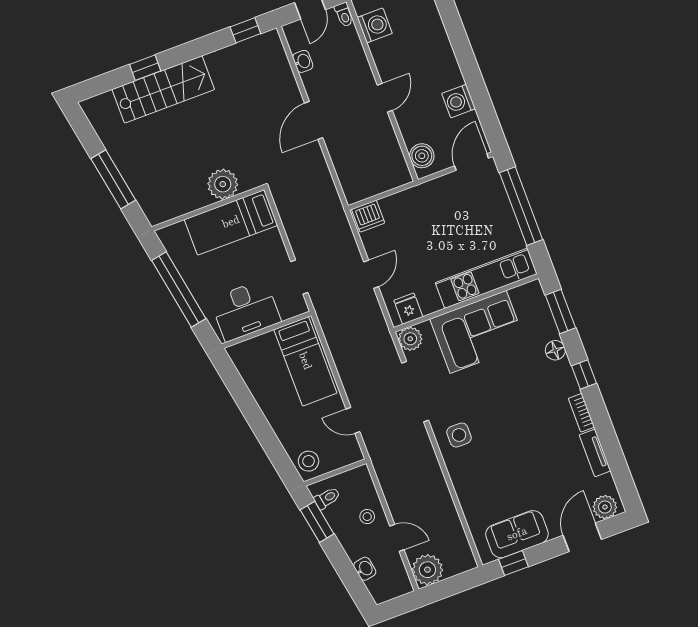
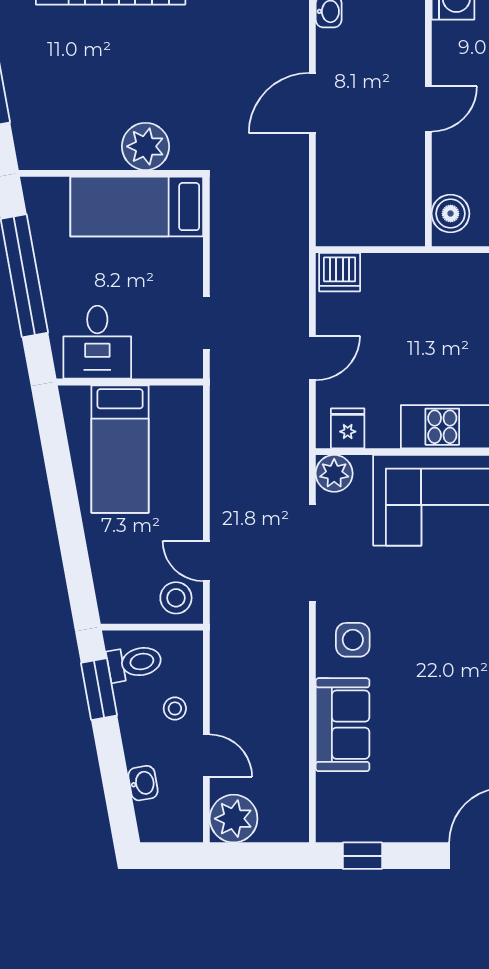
desk: (245, 310) -> (97, 342), width x0.73
bed: (305, 361) -> (120, 449), moved
stool: (308, 461) -> (176, 598), moved
toilet: (327, 498) -> (135, 663), width x1.37, depth x1.39
sofa: (517, 534) -> (343, 725), moved, turned 90

